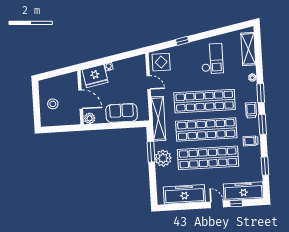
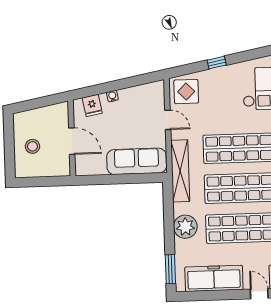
fridge: (95, 76) -> (92, 105), width x0.53, depth x0.75
sofa: (122, 113) -> (137, 161), width x1.36
plant: (90, 118) -> (84, 168), removed
window: (151, 152) -> (170, 269), moved

